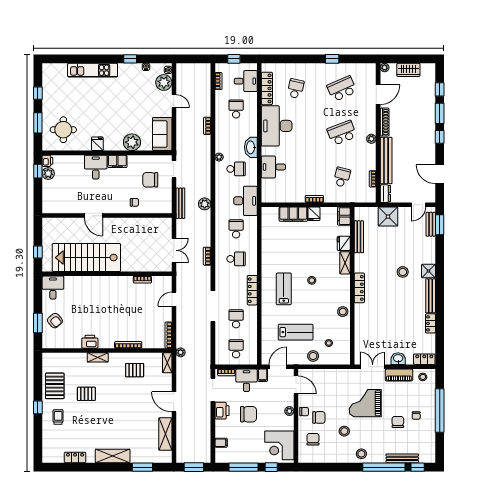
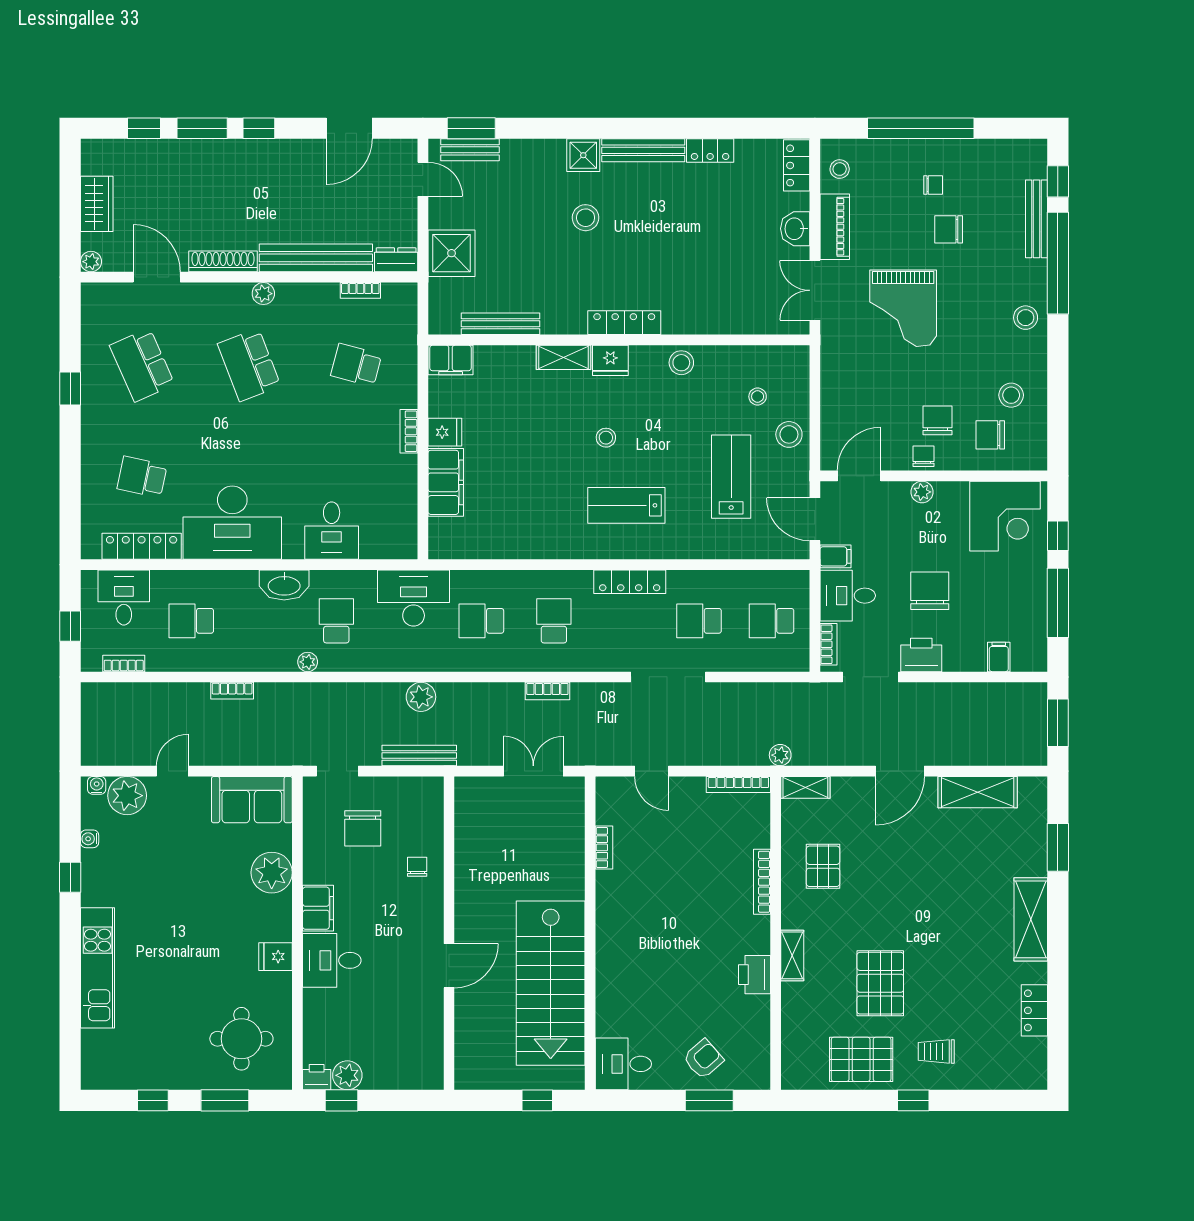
fridge: (344, 243) -> (610, 360), moved
pallet: (86, 394) -> (880, 983), width x1.50, depth x1.42
stool: (344, 431) -> (1011, 395), moved

